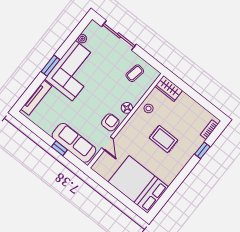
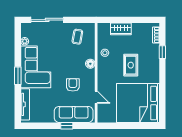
wardrobe: (169, 88) -> (121, 29), moved
armchair: (110, 122) -> (73, 85), moved
rug: (163, 139) -> (131, 65), turned 90
bed: (138, 185) -> (138, 103), width x1.36

